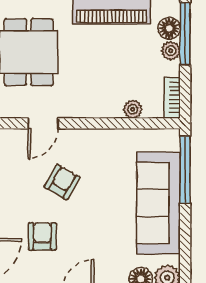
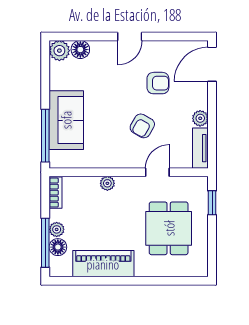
plant: (133, 109) -> (107, 183), moved
sofa: (158, 203) -> (66, 120), width x0.73
armchair: (42, 236) -> (158, 83), turned -90

